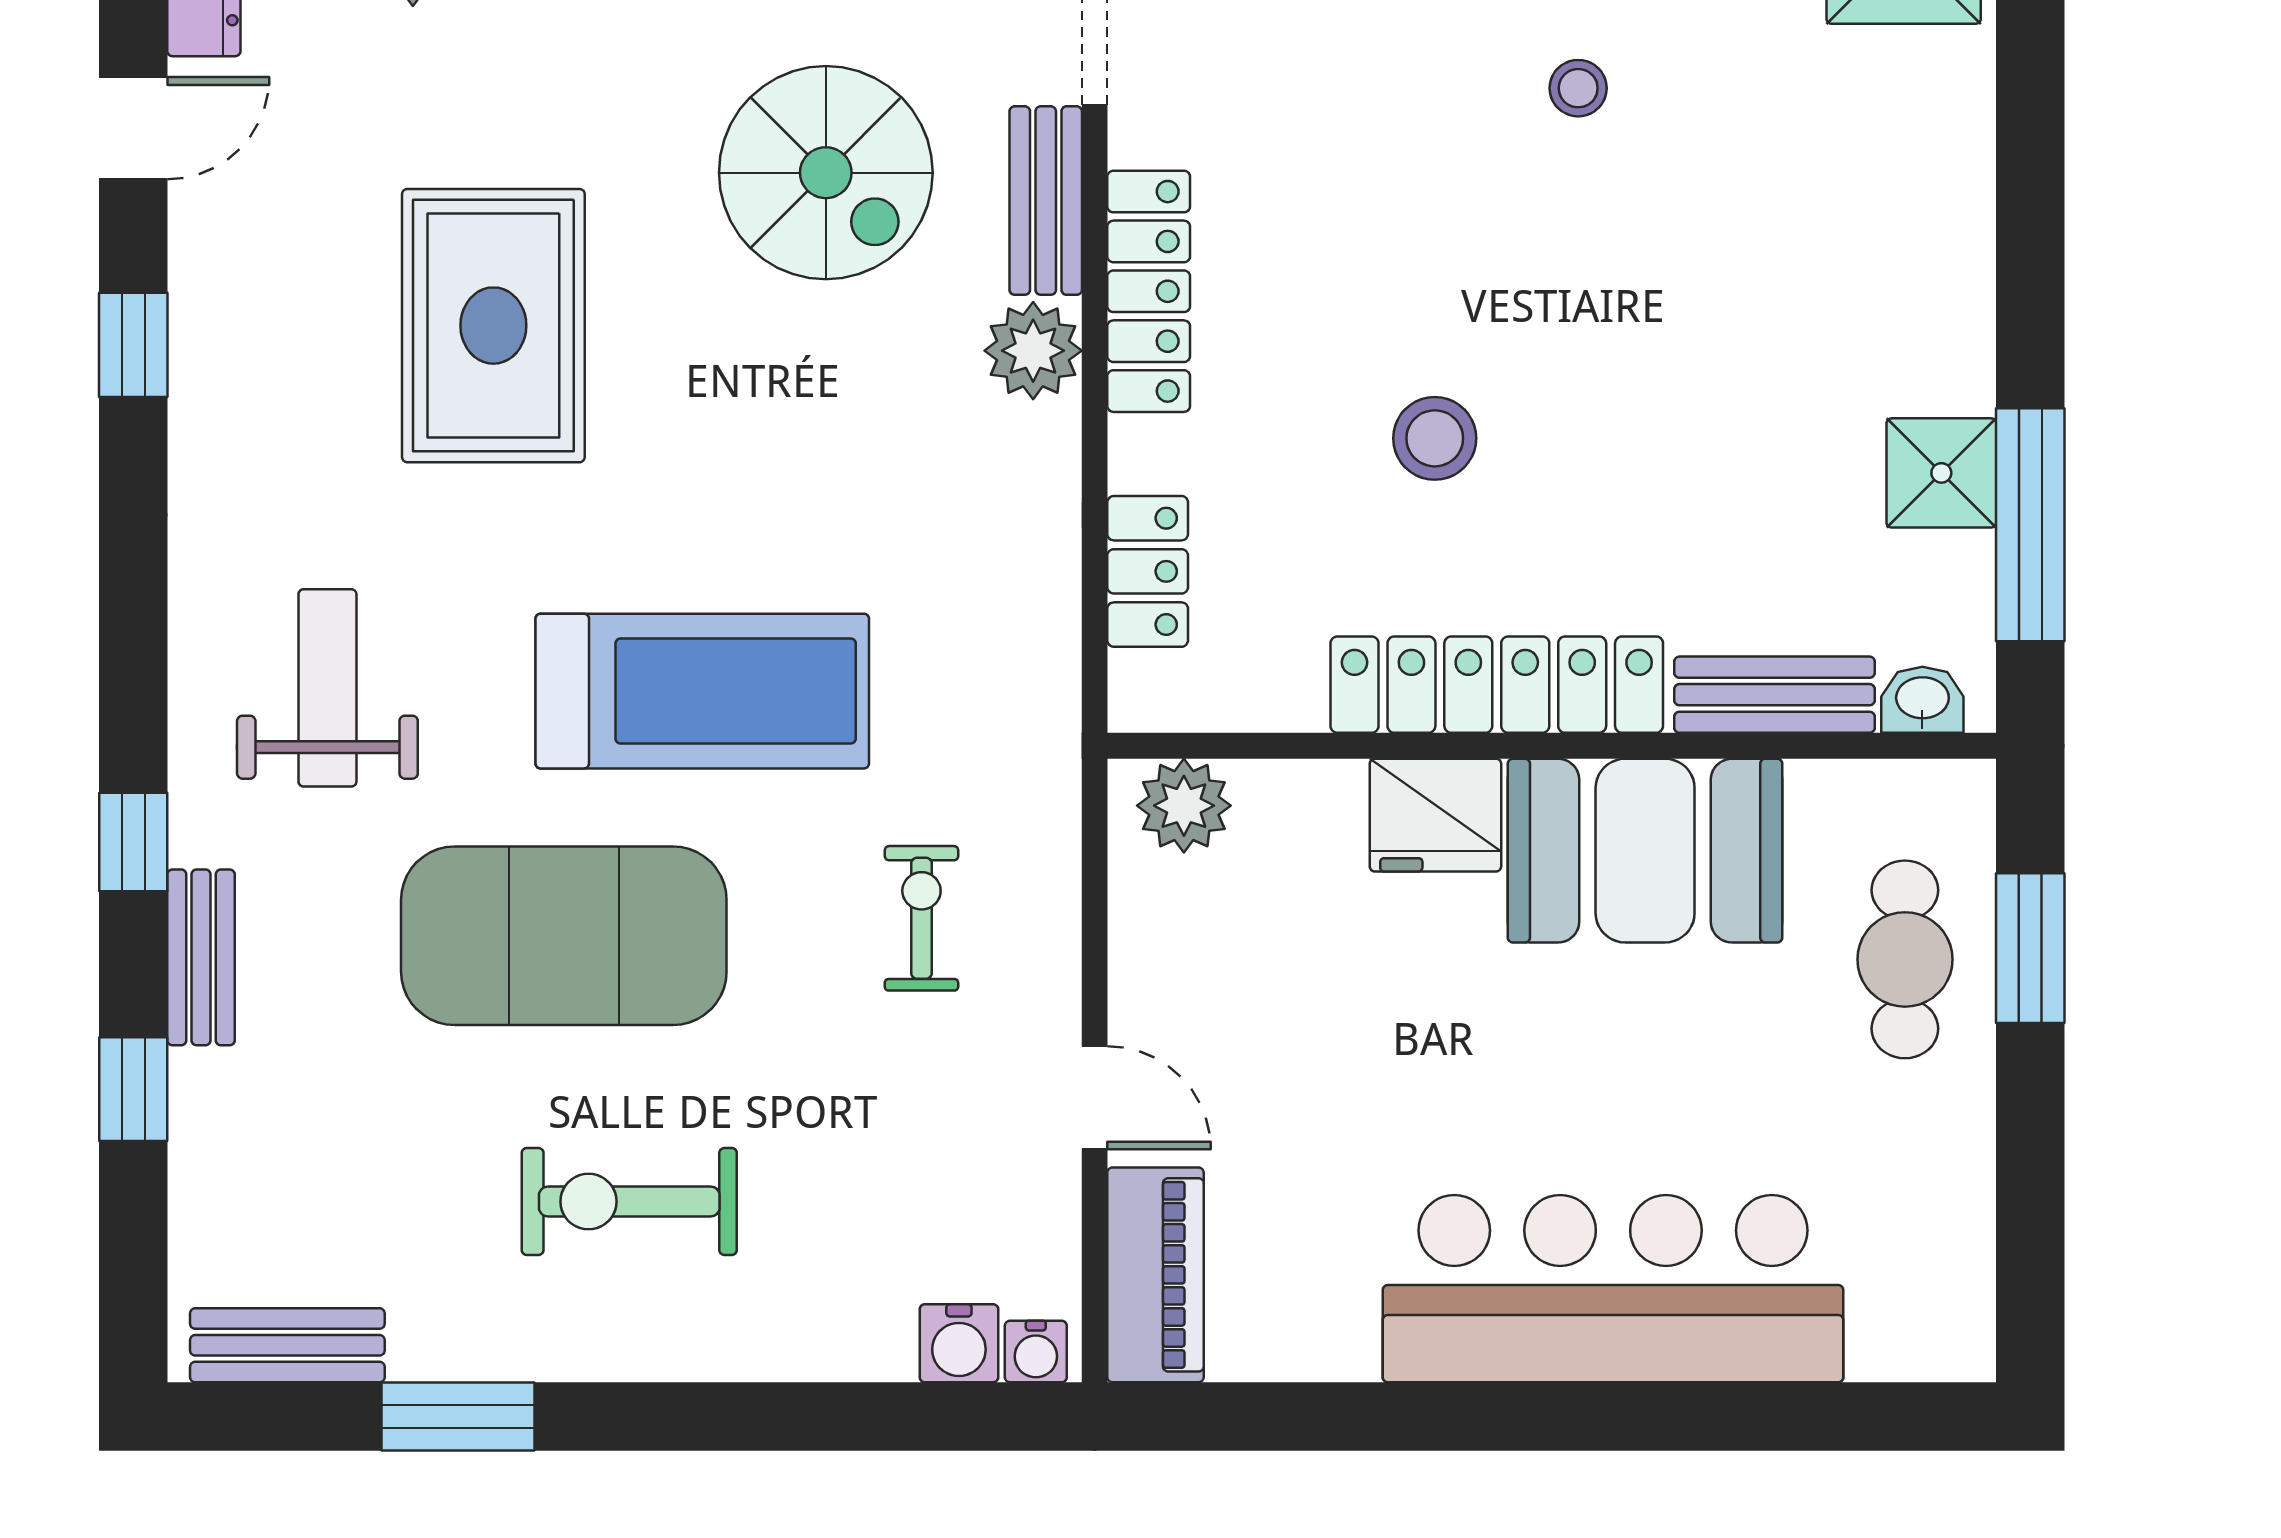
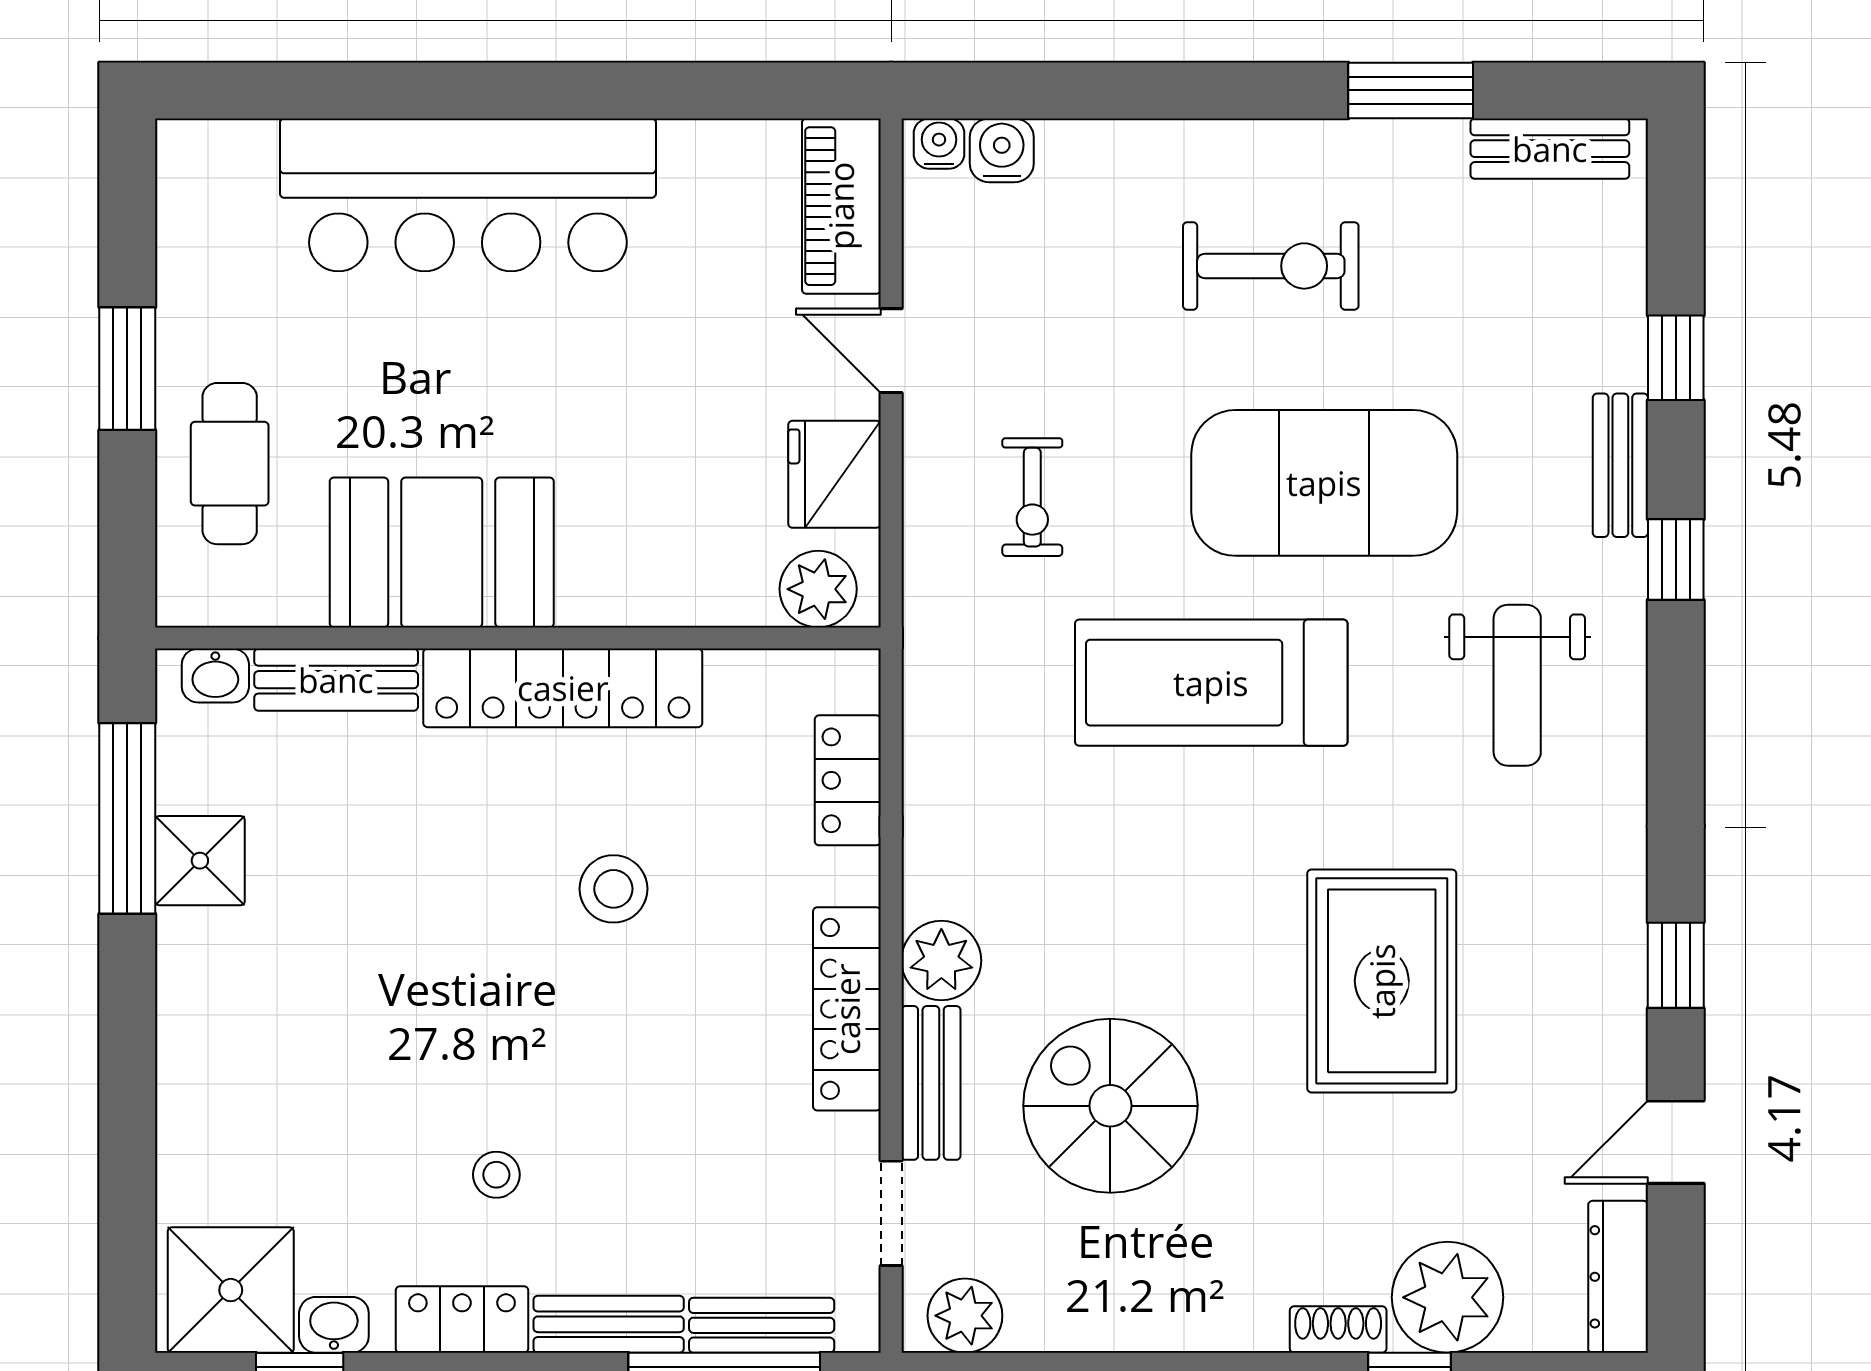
fridge: (1435, 815) -> (834, 474), moved, turned -90
window: (2030, 948) -> (127, 369), moved

